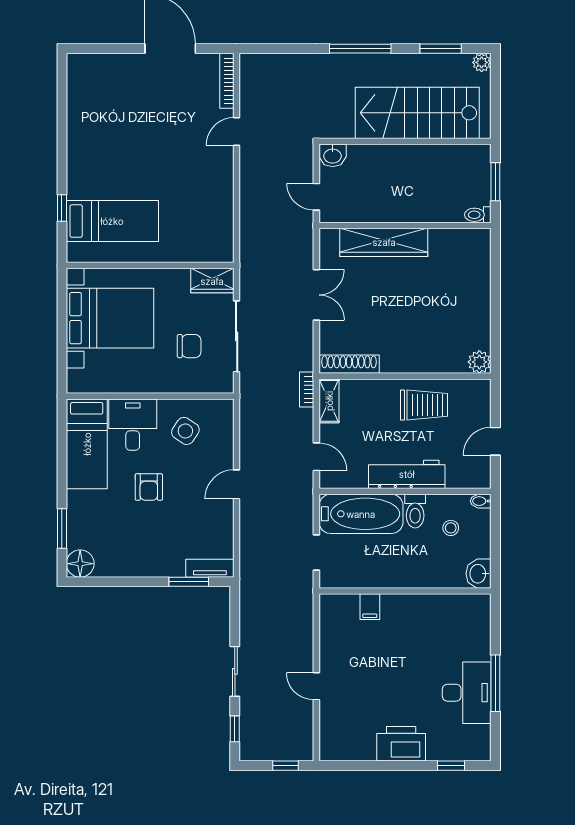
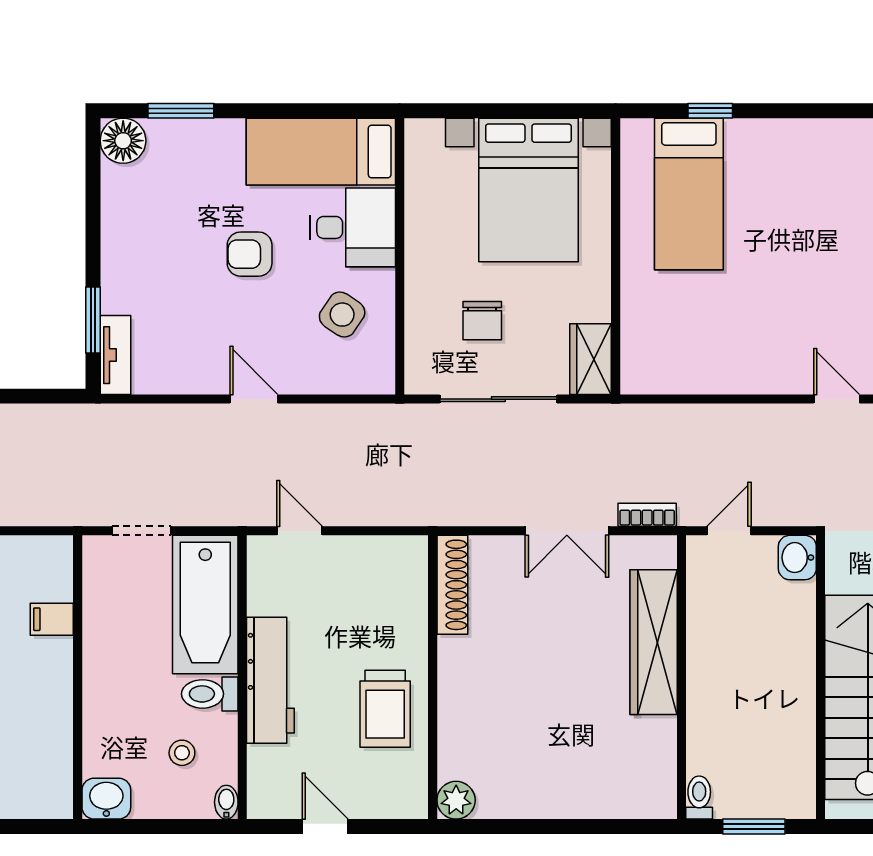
bookcase: (307, 390) -> (647, 515), moved
shelving: (329, 401) -> (392, 552), removed
door: (316, 457) -> (299, 531), swing flipped

